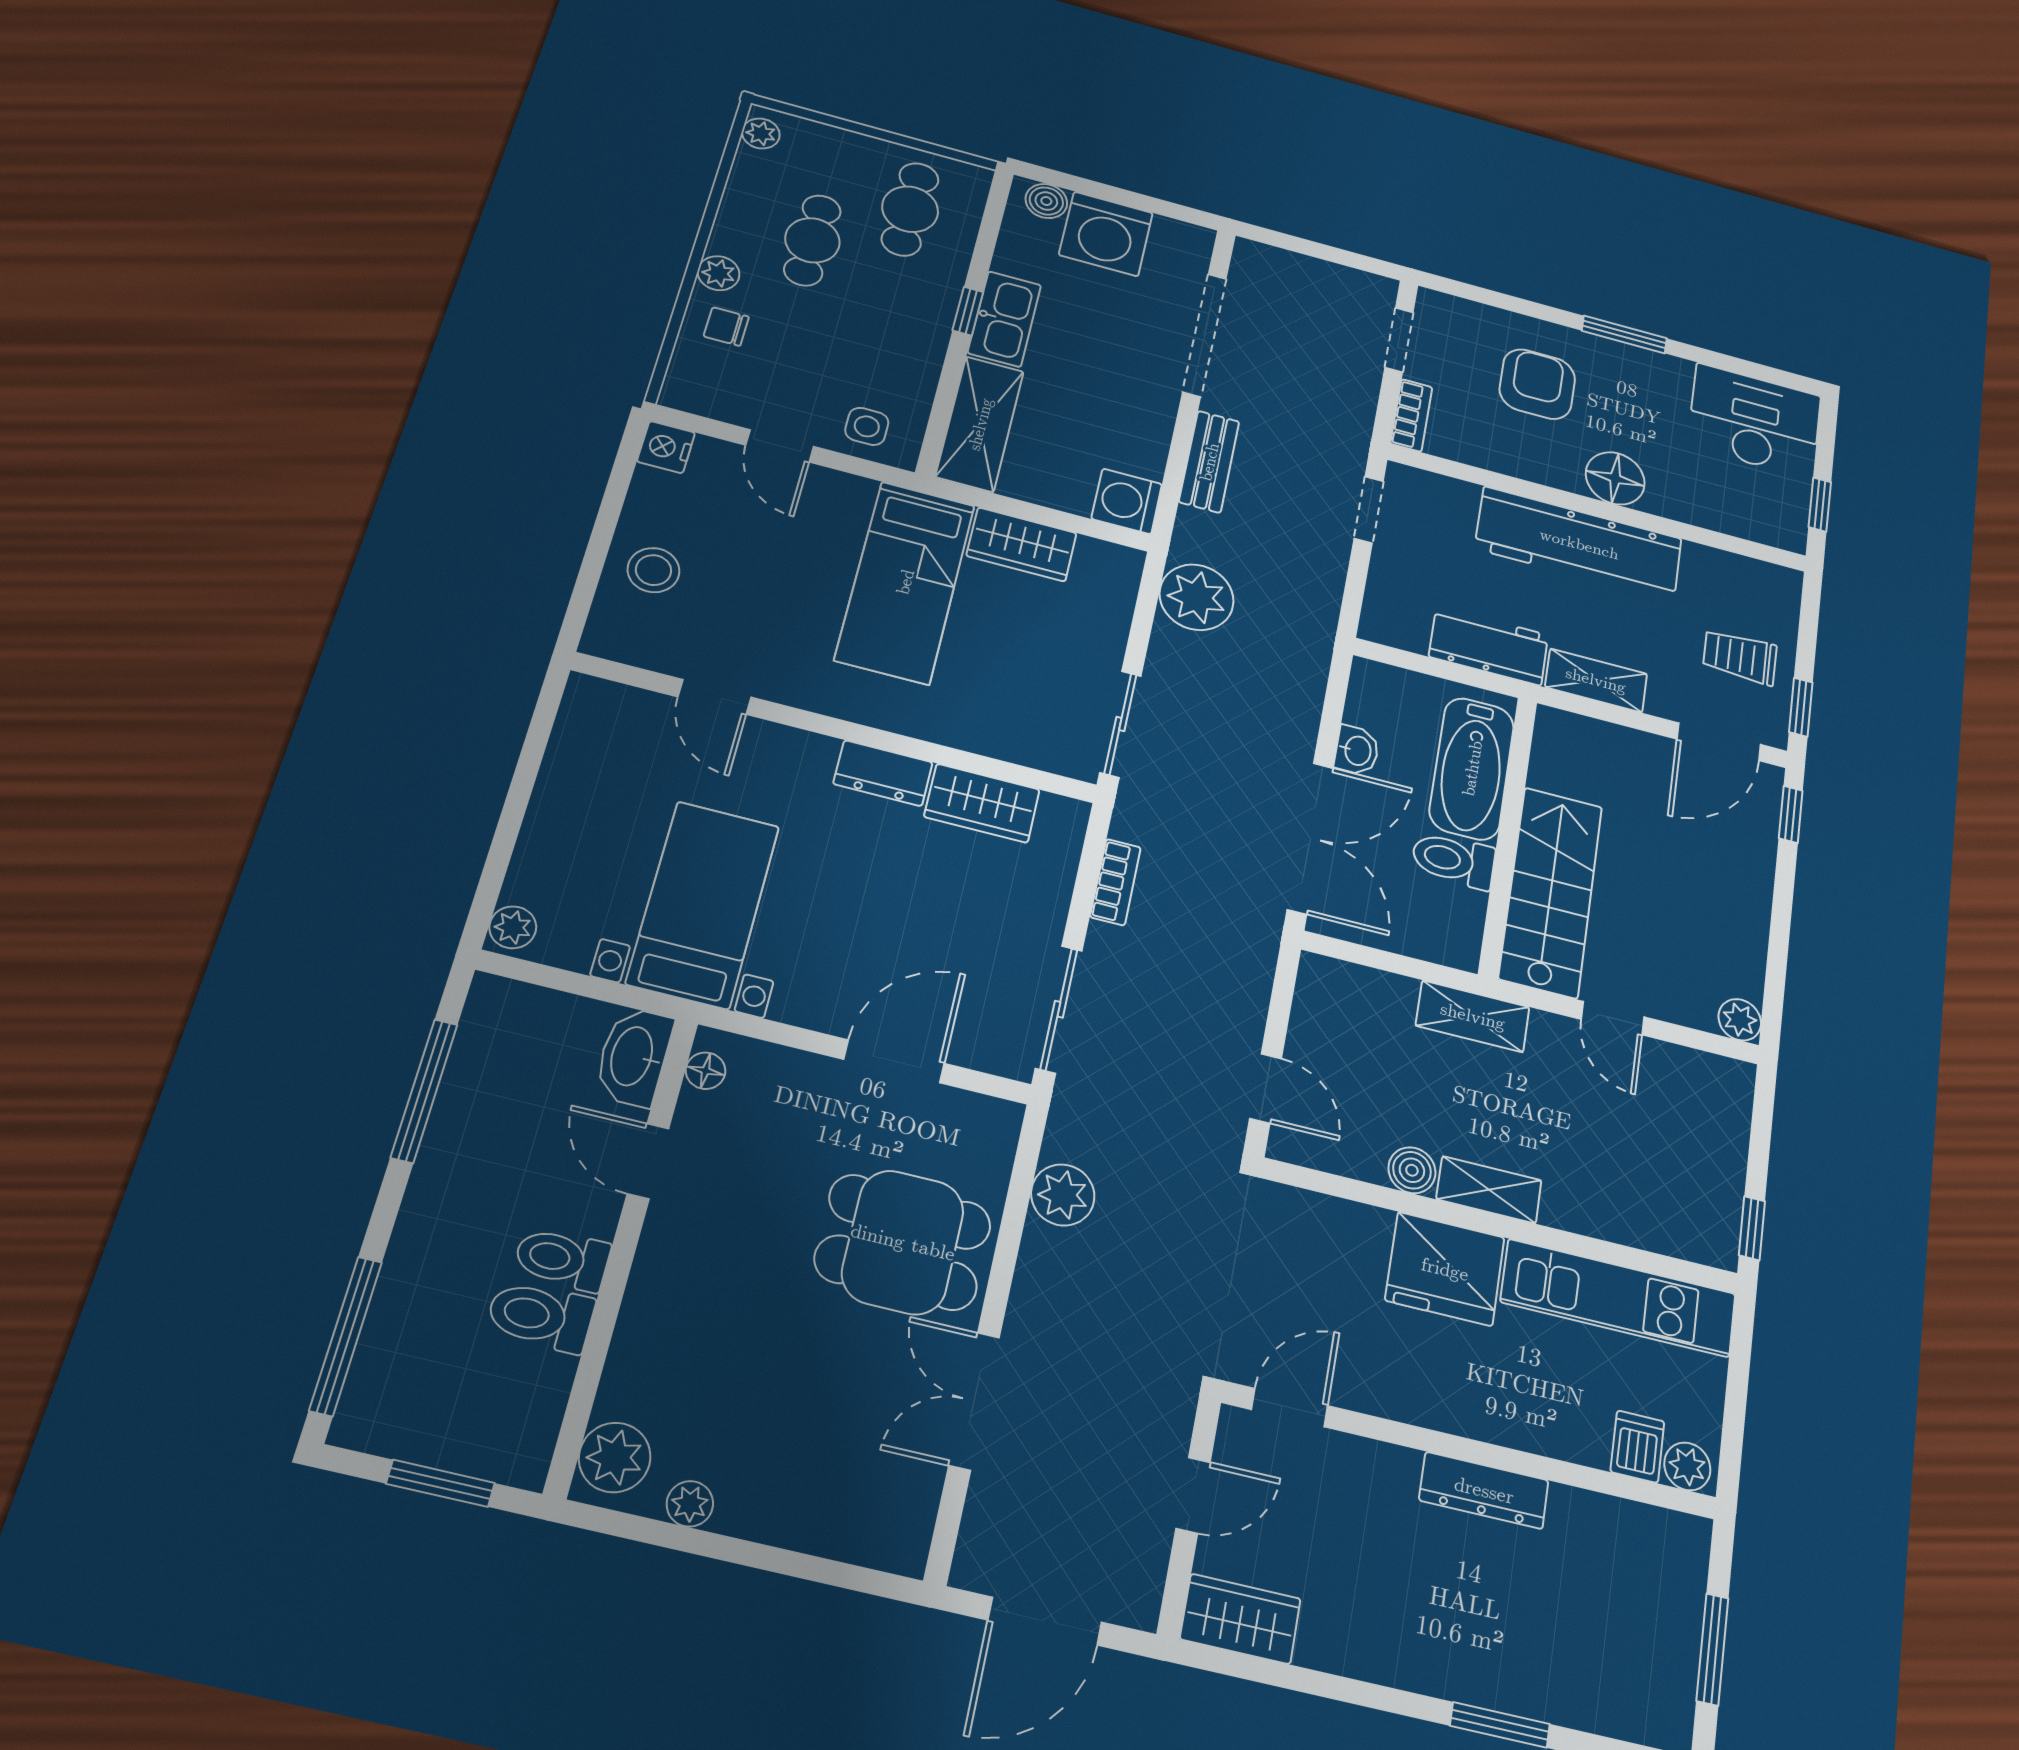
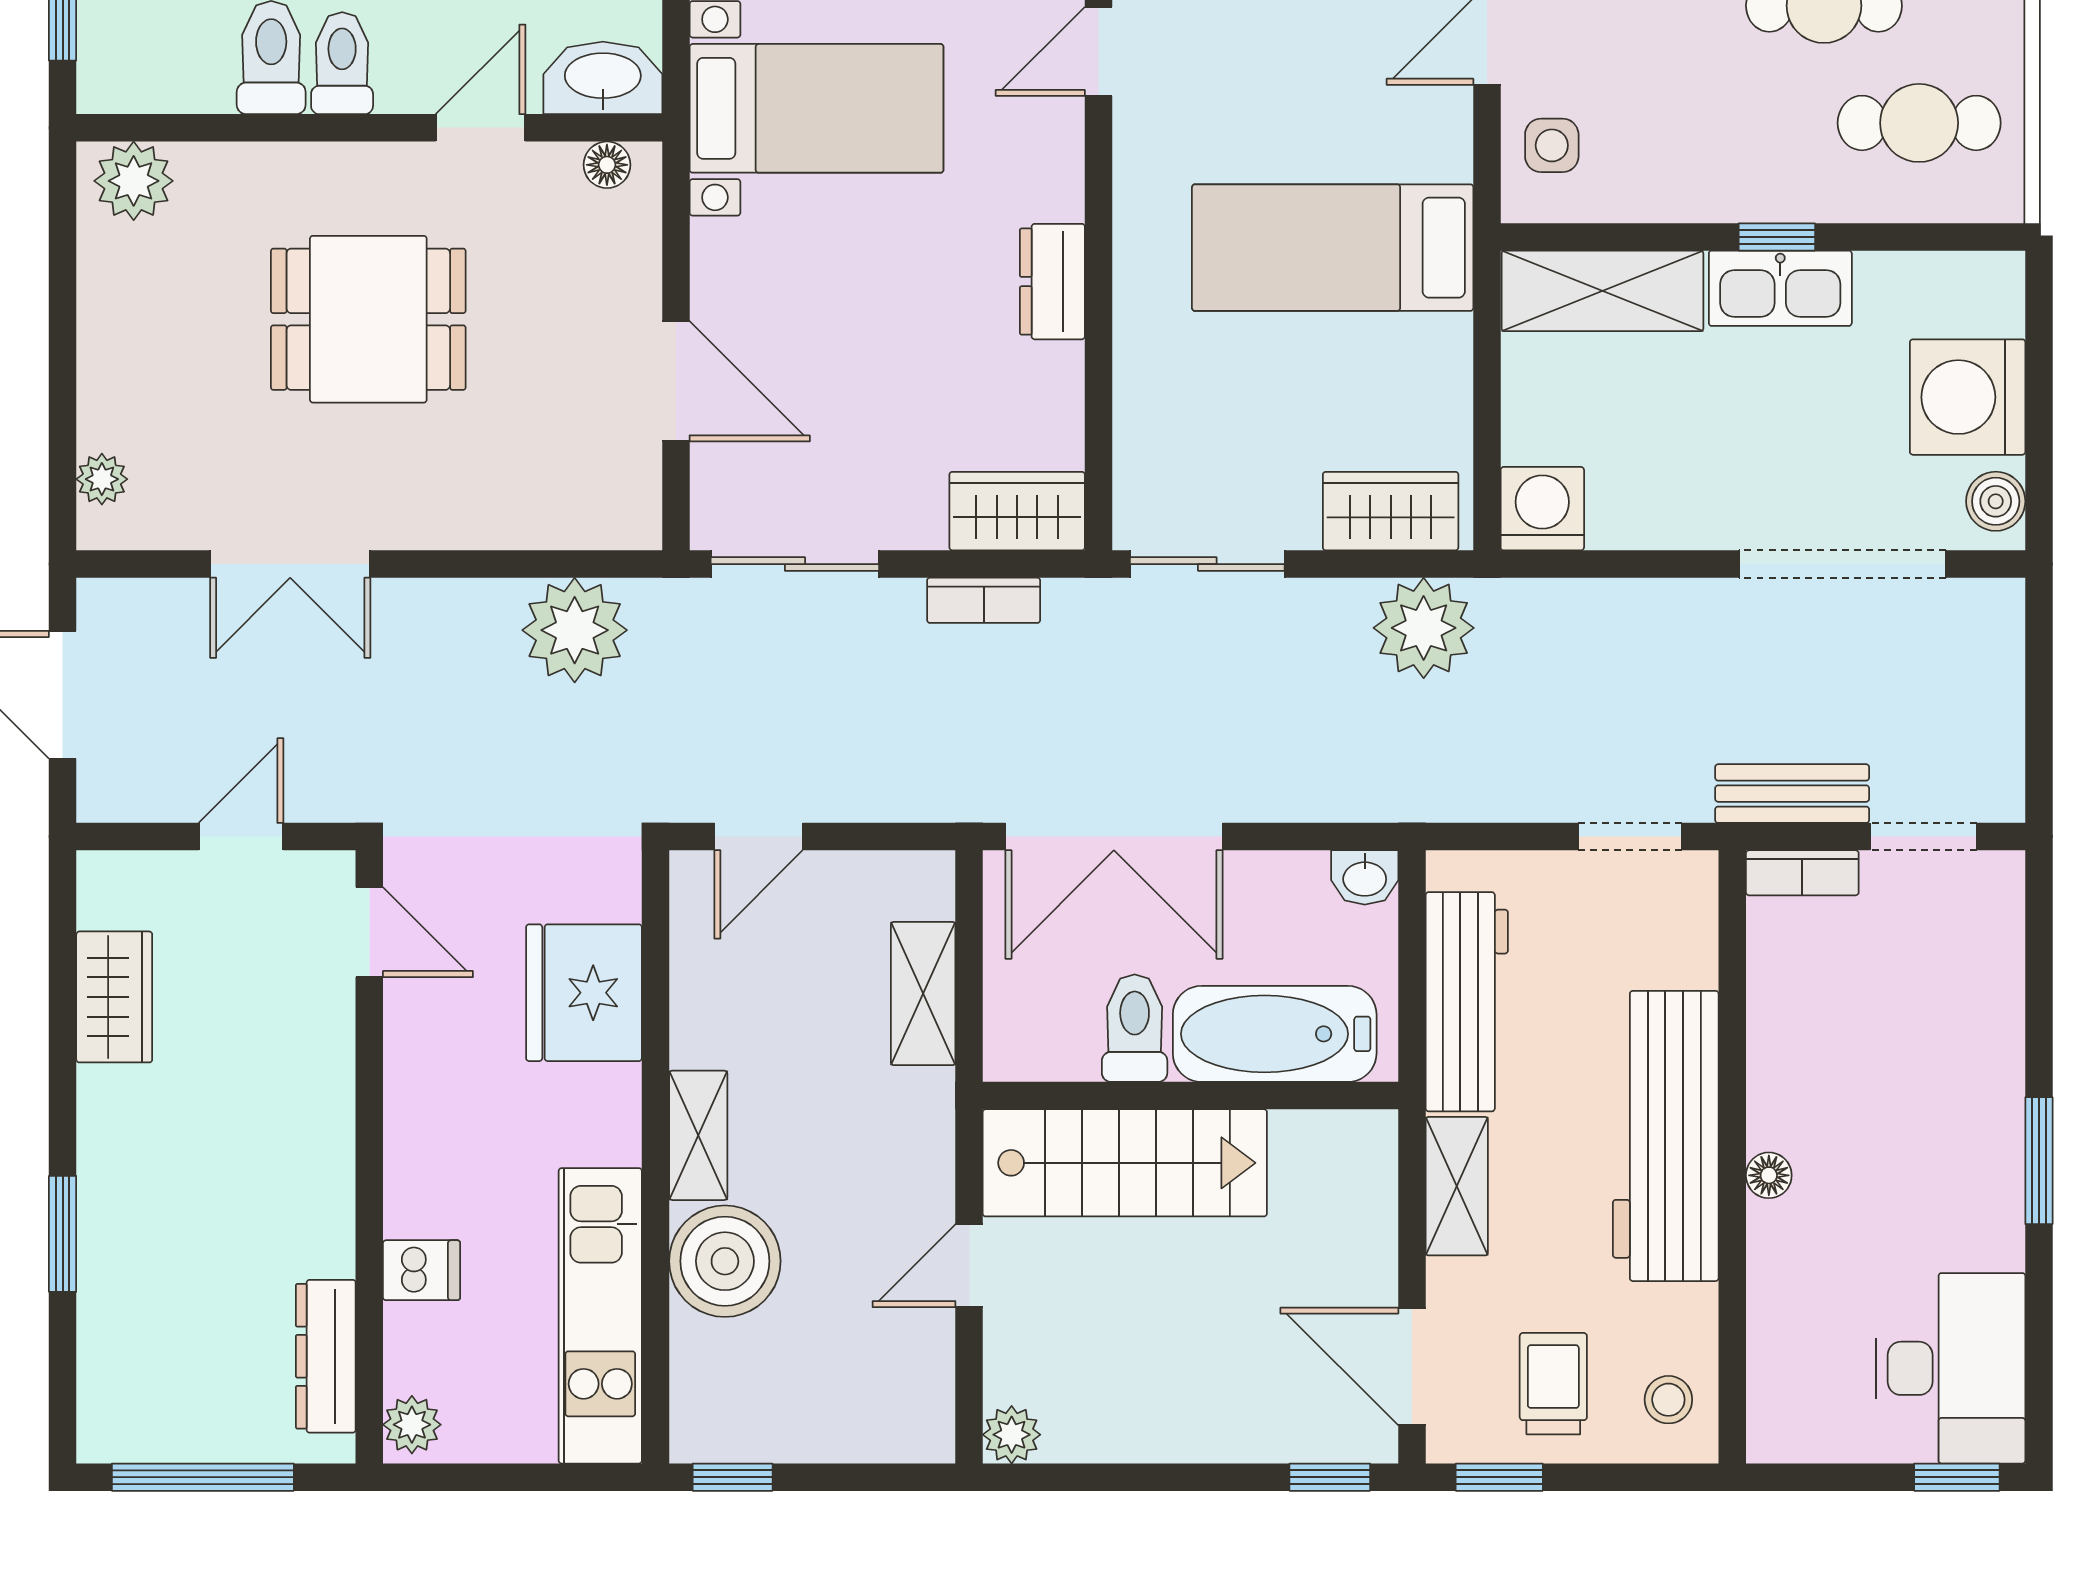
boiler: (1046, 201) -> (1996, 501), moved
armchair: (1537, 384) -> (1912, 1044), removed
bench: (1209, 462) -> (1792, 794), moved
floor lamp: (1615, 478) -> (1769, 1175), width x0.53, depth x0.53
window: (1820, 505) -> (1957, 1477), moved
wardrobe: (1021, 544) -> (1391, 511), moved, turned 90
stool: (1758, 590) -> (1668, 1400), added
workbench: (1489, 646) -> (1467, 1002), width x1.38
washbasin: (1357, 750) -> (1365, 877), moved
wardrobe: (982, 803) -> (1017, 511), moved, turned 90
shelving: (1473, 1016) -> (923, 994), moved
boiler: (1412, 1170) -> (725, 1261), moved, width x1.86, depth x1.86
plant: (1063, 1195) -> (575, 630), width x1.36, depth x1.36
dining table: (903, 1242) -> (368, 319), moved, turned 90
fridge: (1445, 1269) -> (584, 993), moved
double door: (974, 1401) -> (290, 564), swing flipped
dishwasher: (1637, 1447) -> (422, 1270), moved
dresser: (1484, 1490) -> (326, 1356), moved
door: (1193, 1495) -> (241, 837), swing flipped
plant: (690, 1504) -> (102, 479), moved
wardrobe: (1240, 1619) -> (114, 997), moved
window: (1712, 1649) -> (203, 1477), width x1.44

